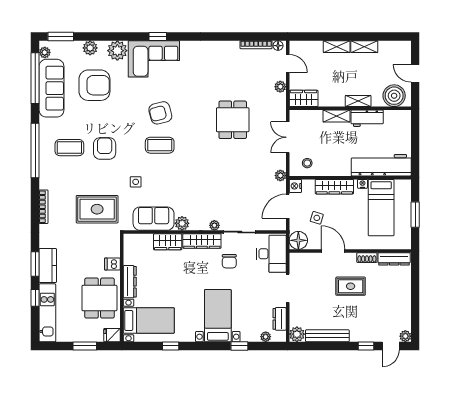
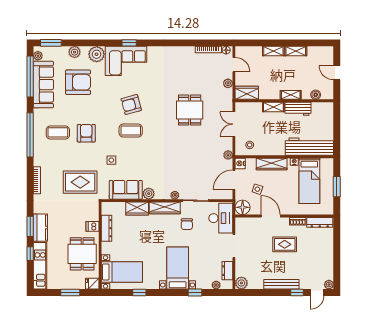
boiler: (394, 96) -> (316, 95), width x0.54, depth x0.54
dresser: (130, 282) -> (107, 228), moved
bench: (327, 336) -> (281, 284), moved

